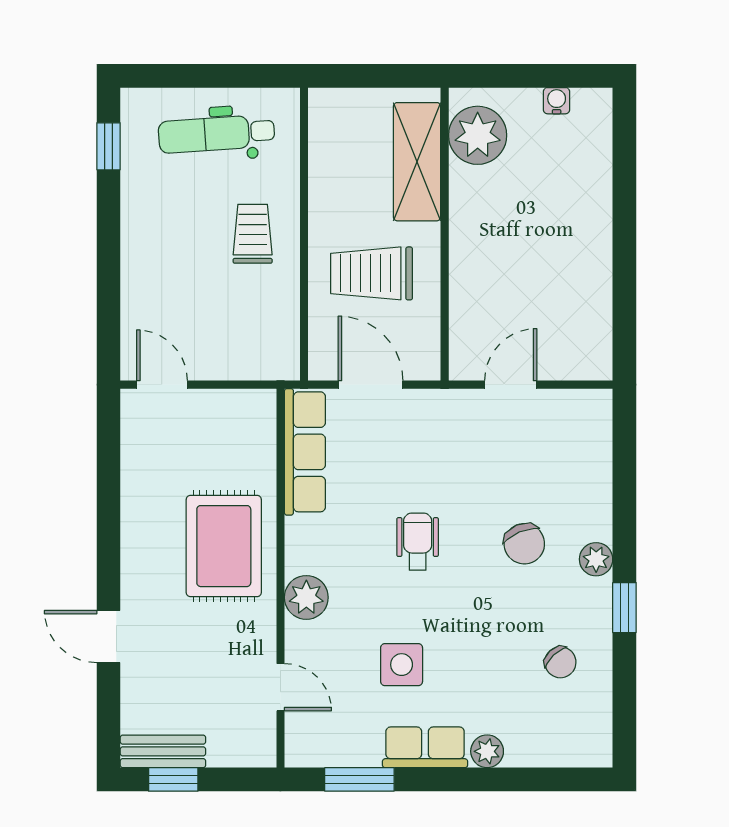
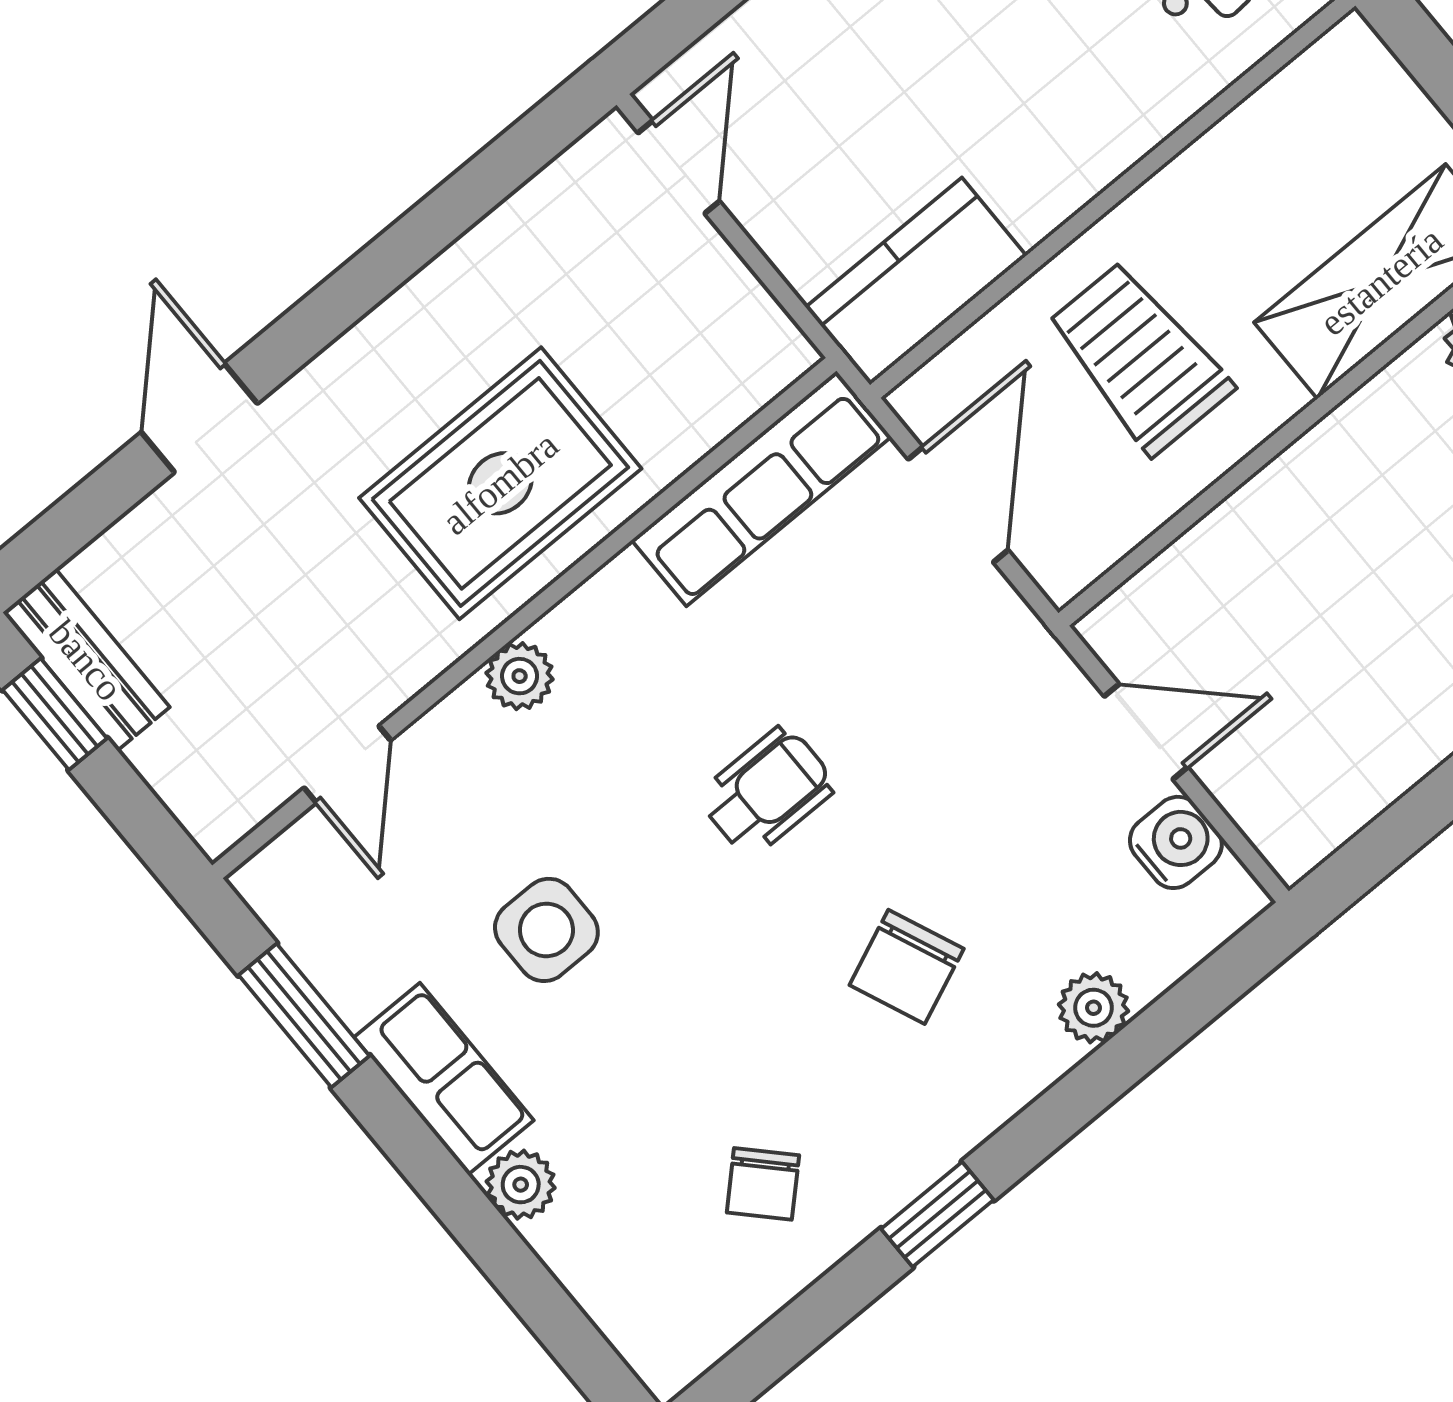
trolley: (253, 234) -> (1044, 112), removed
kitchen counter: (276, 332) -> (916, 281), added
water cooler: (560, 407) -> (1176, 842), added
plant: (596, 559) -> (1093, 1008), moved
plant: (306, 597) -> (520, 676), width x0.73, depth x0.73

